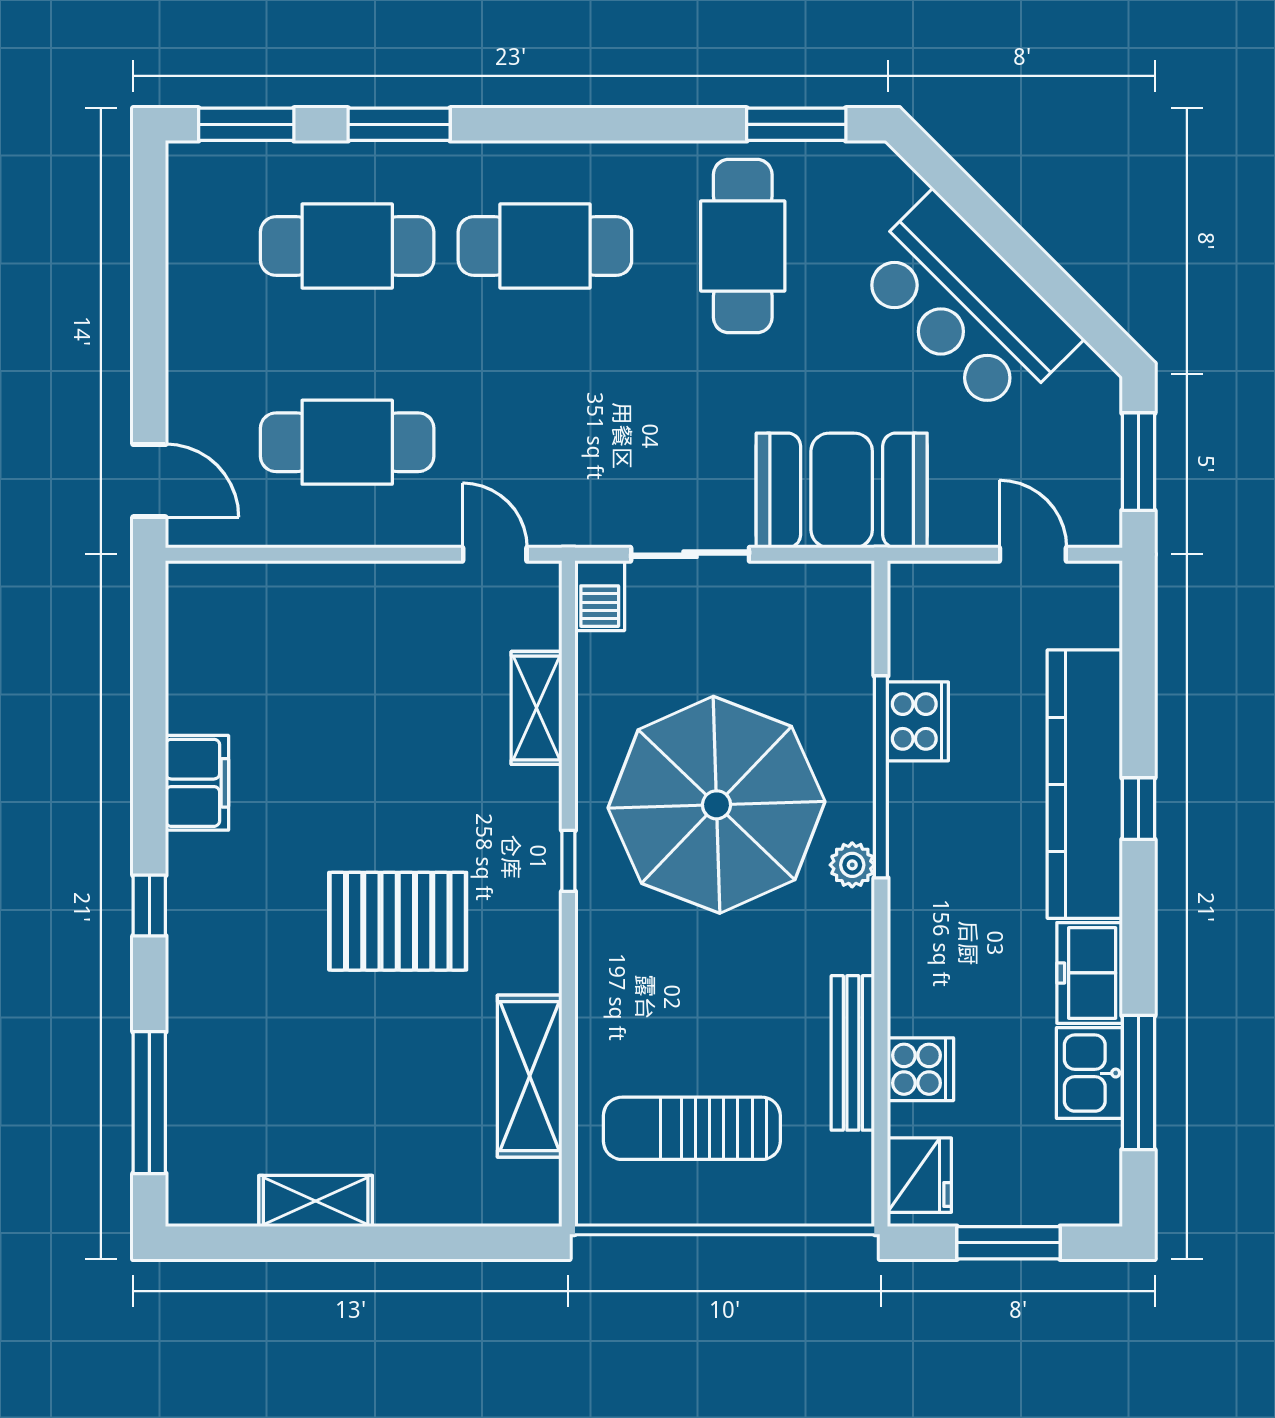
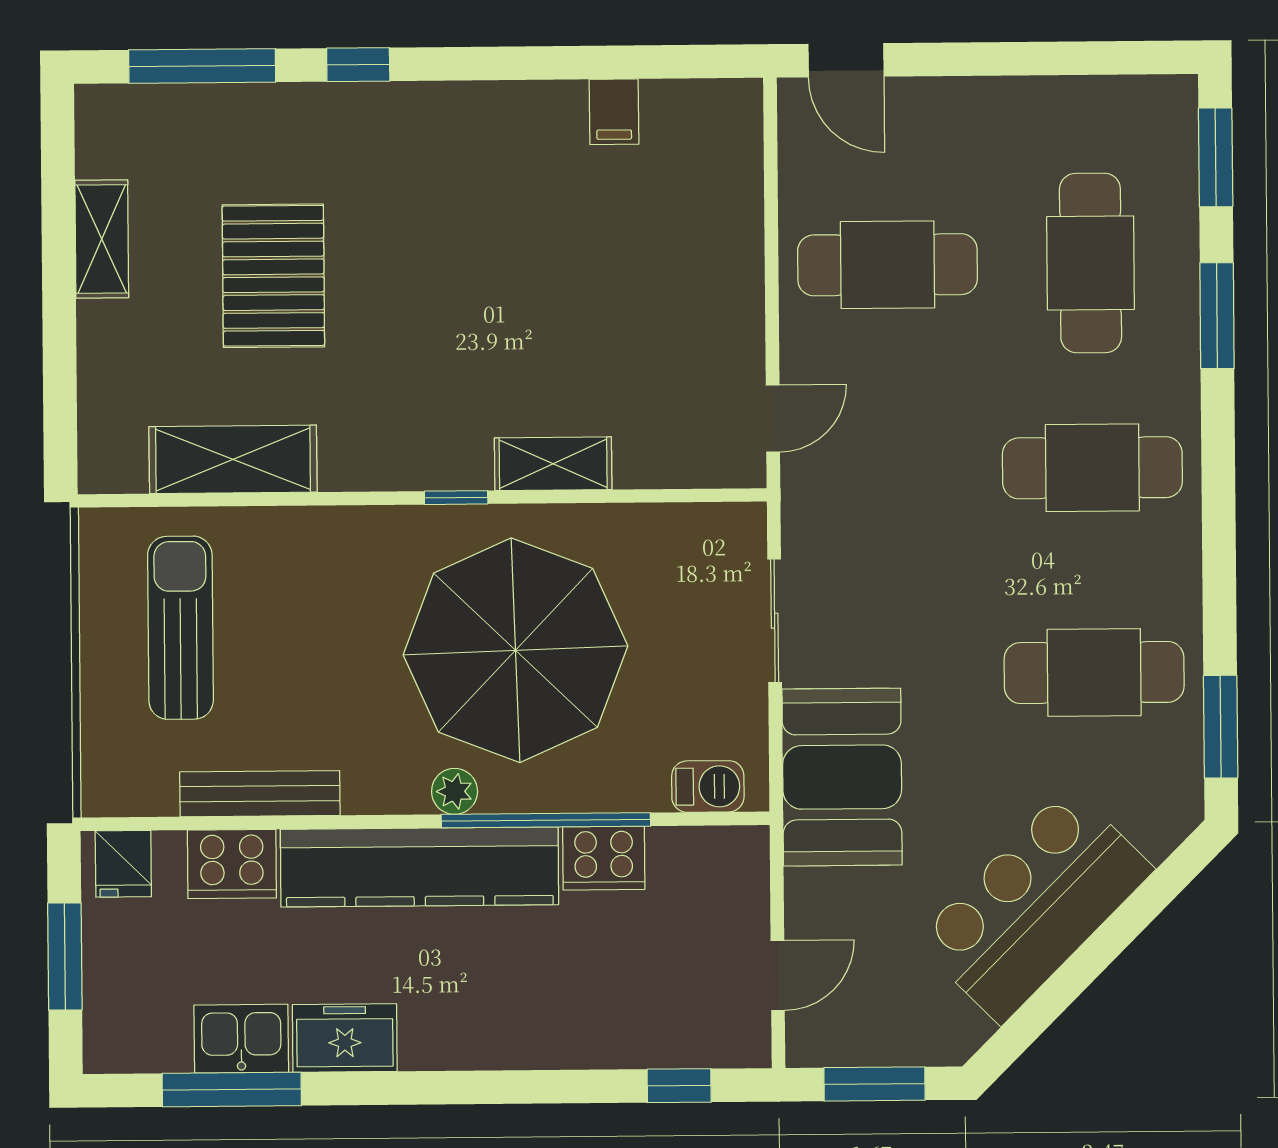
cafe table: (545, 246) -> (1092, 468), turned 90
cafe table: (347, 442) -> (887, 265), turned 90
door: (149, 481) -> (846, 60), hinge flipped
barbecue: (600, 596) -> (708, 786), moved, turned 180
shelving: (537, 708) -> (553, 464), moved
filing cabinet: (197, 783) -> (614, 112), moved, width x0.50
kitchen counter: (1085, 784) -> (420, 867), moved, turned 180
window: (1138, 809) -> (679, 1086), moved
window: (149, 906) -> (358, 65), moved
pallet: (398, 921) -> (273, 276), moved
cooker: (920, 1069) -> (232, 864), width x1.36
fridge: (919, 1175) -> (123, 864), width x0.72

